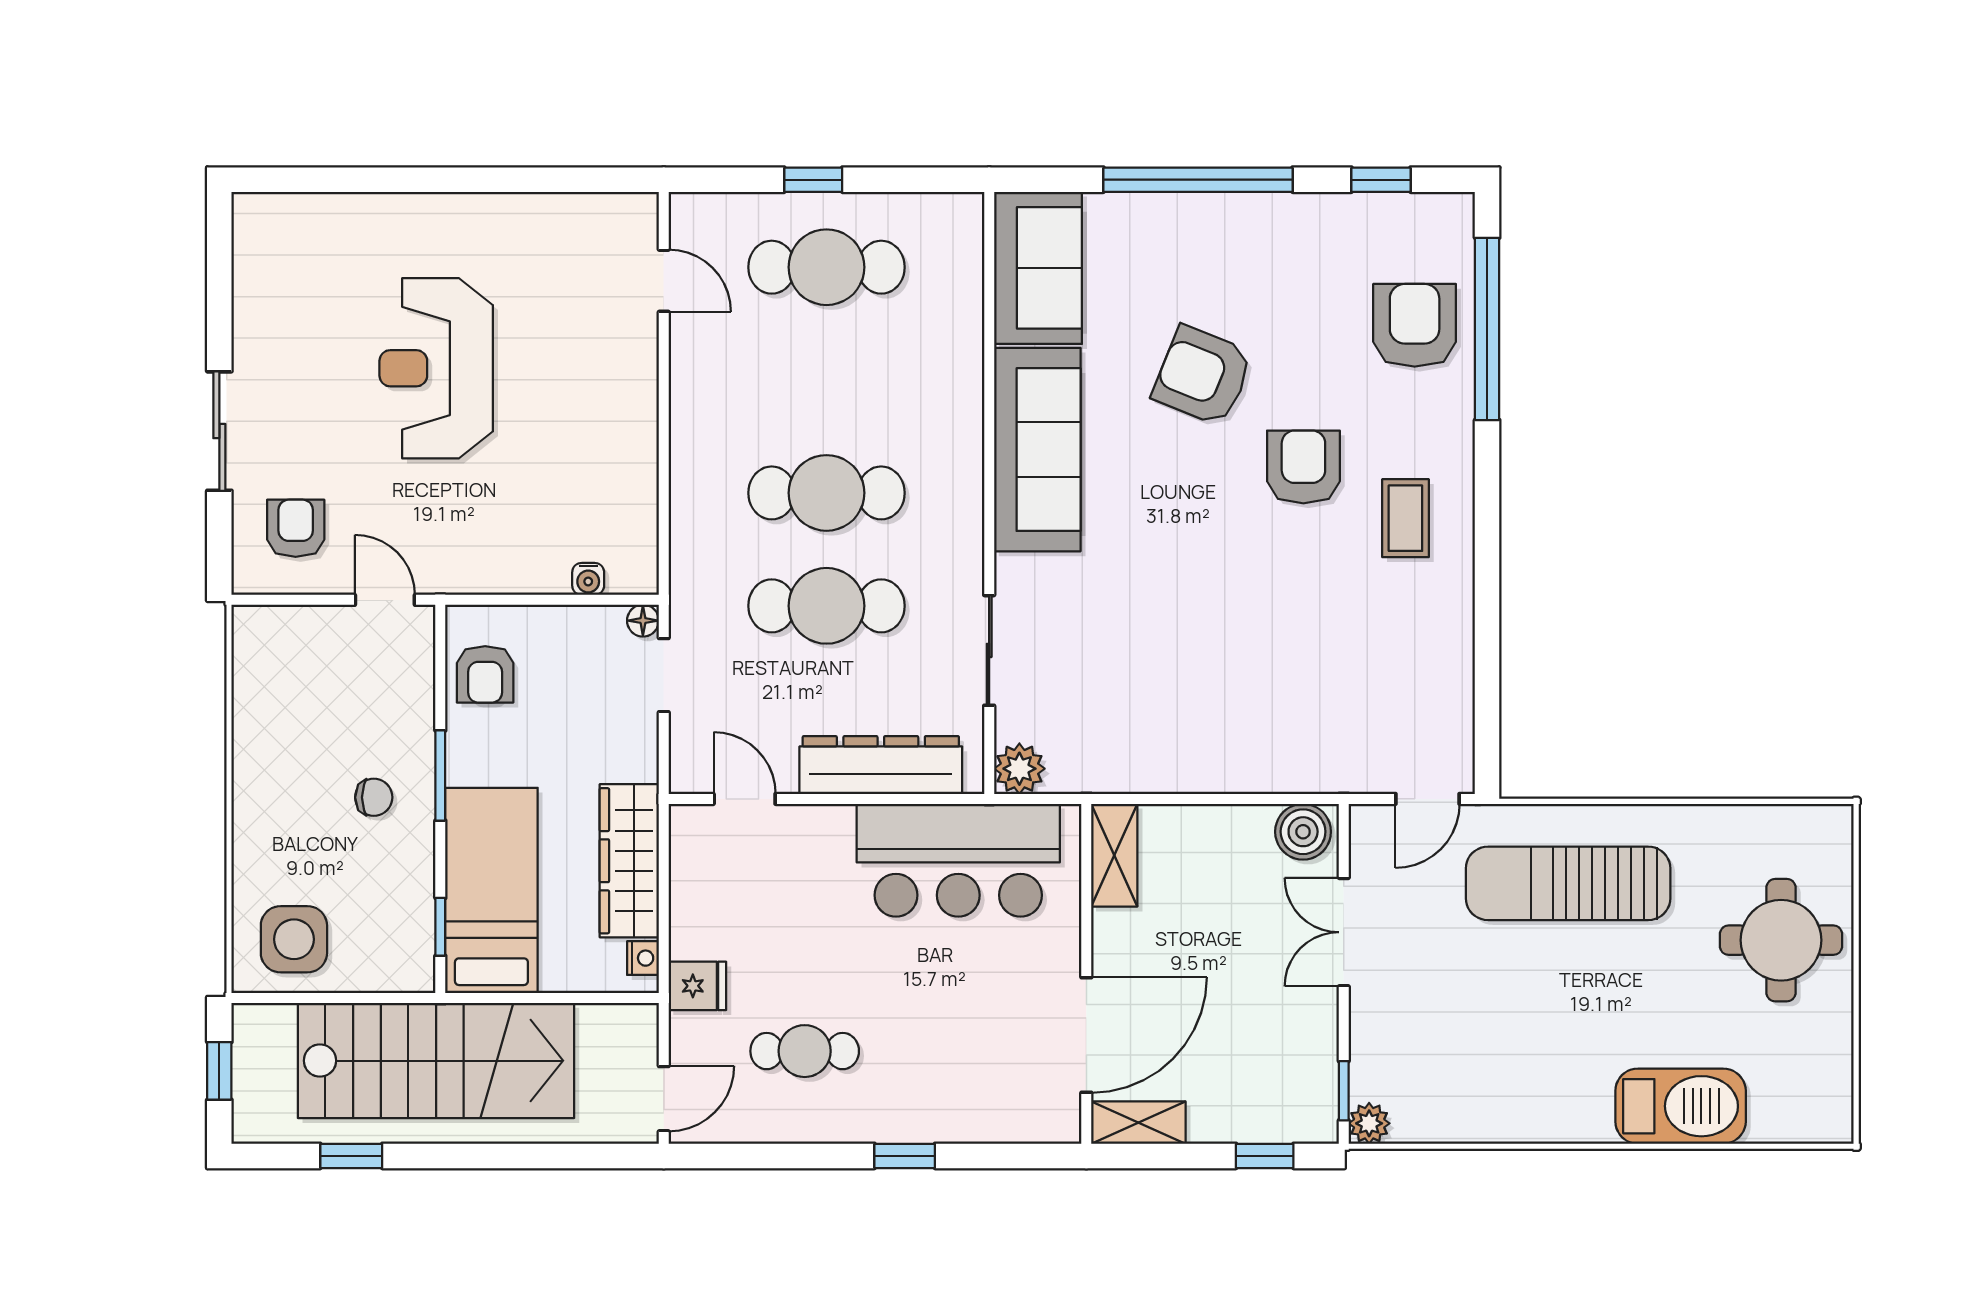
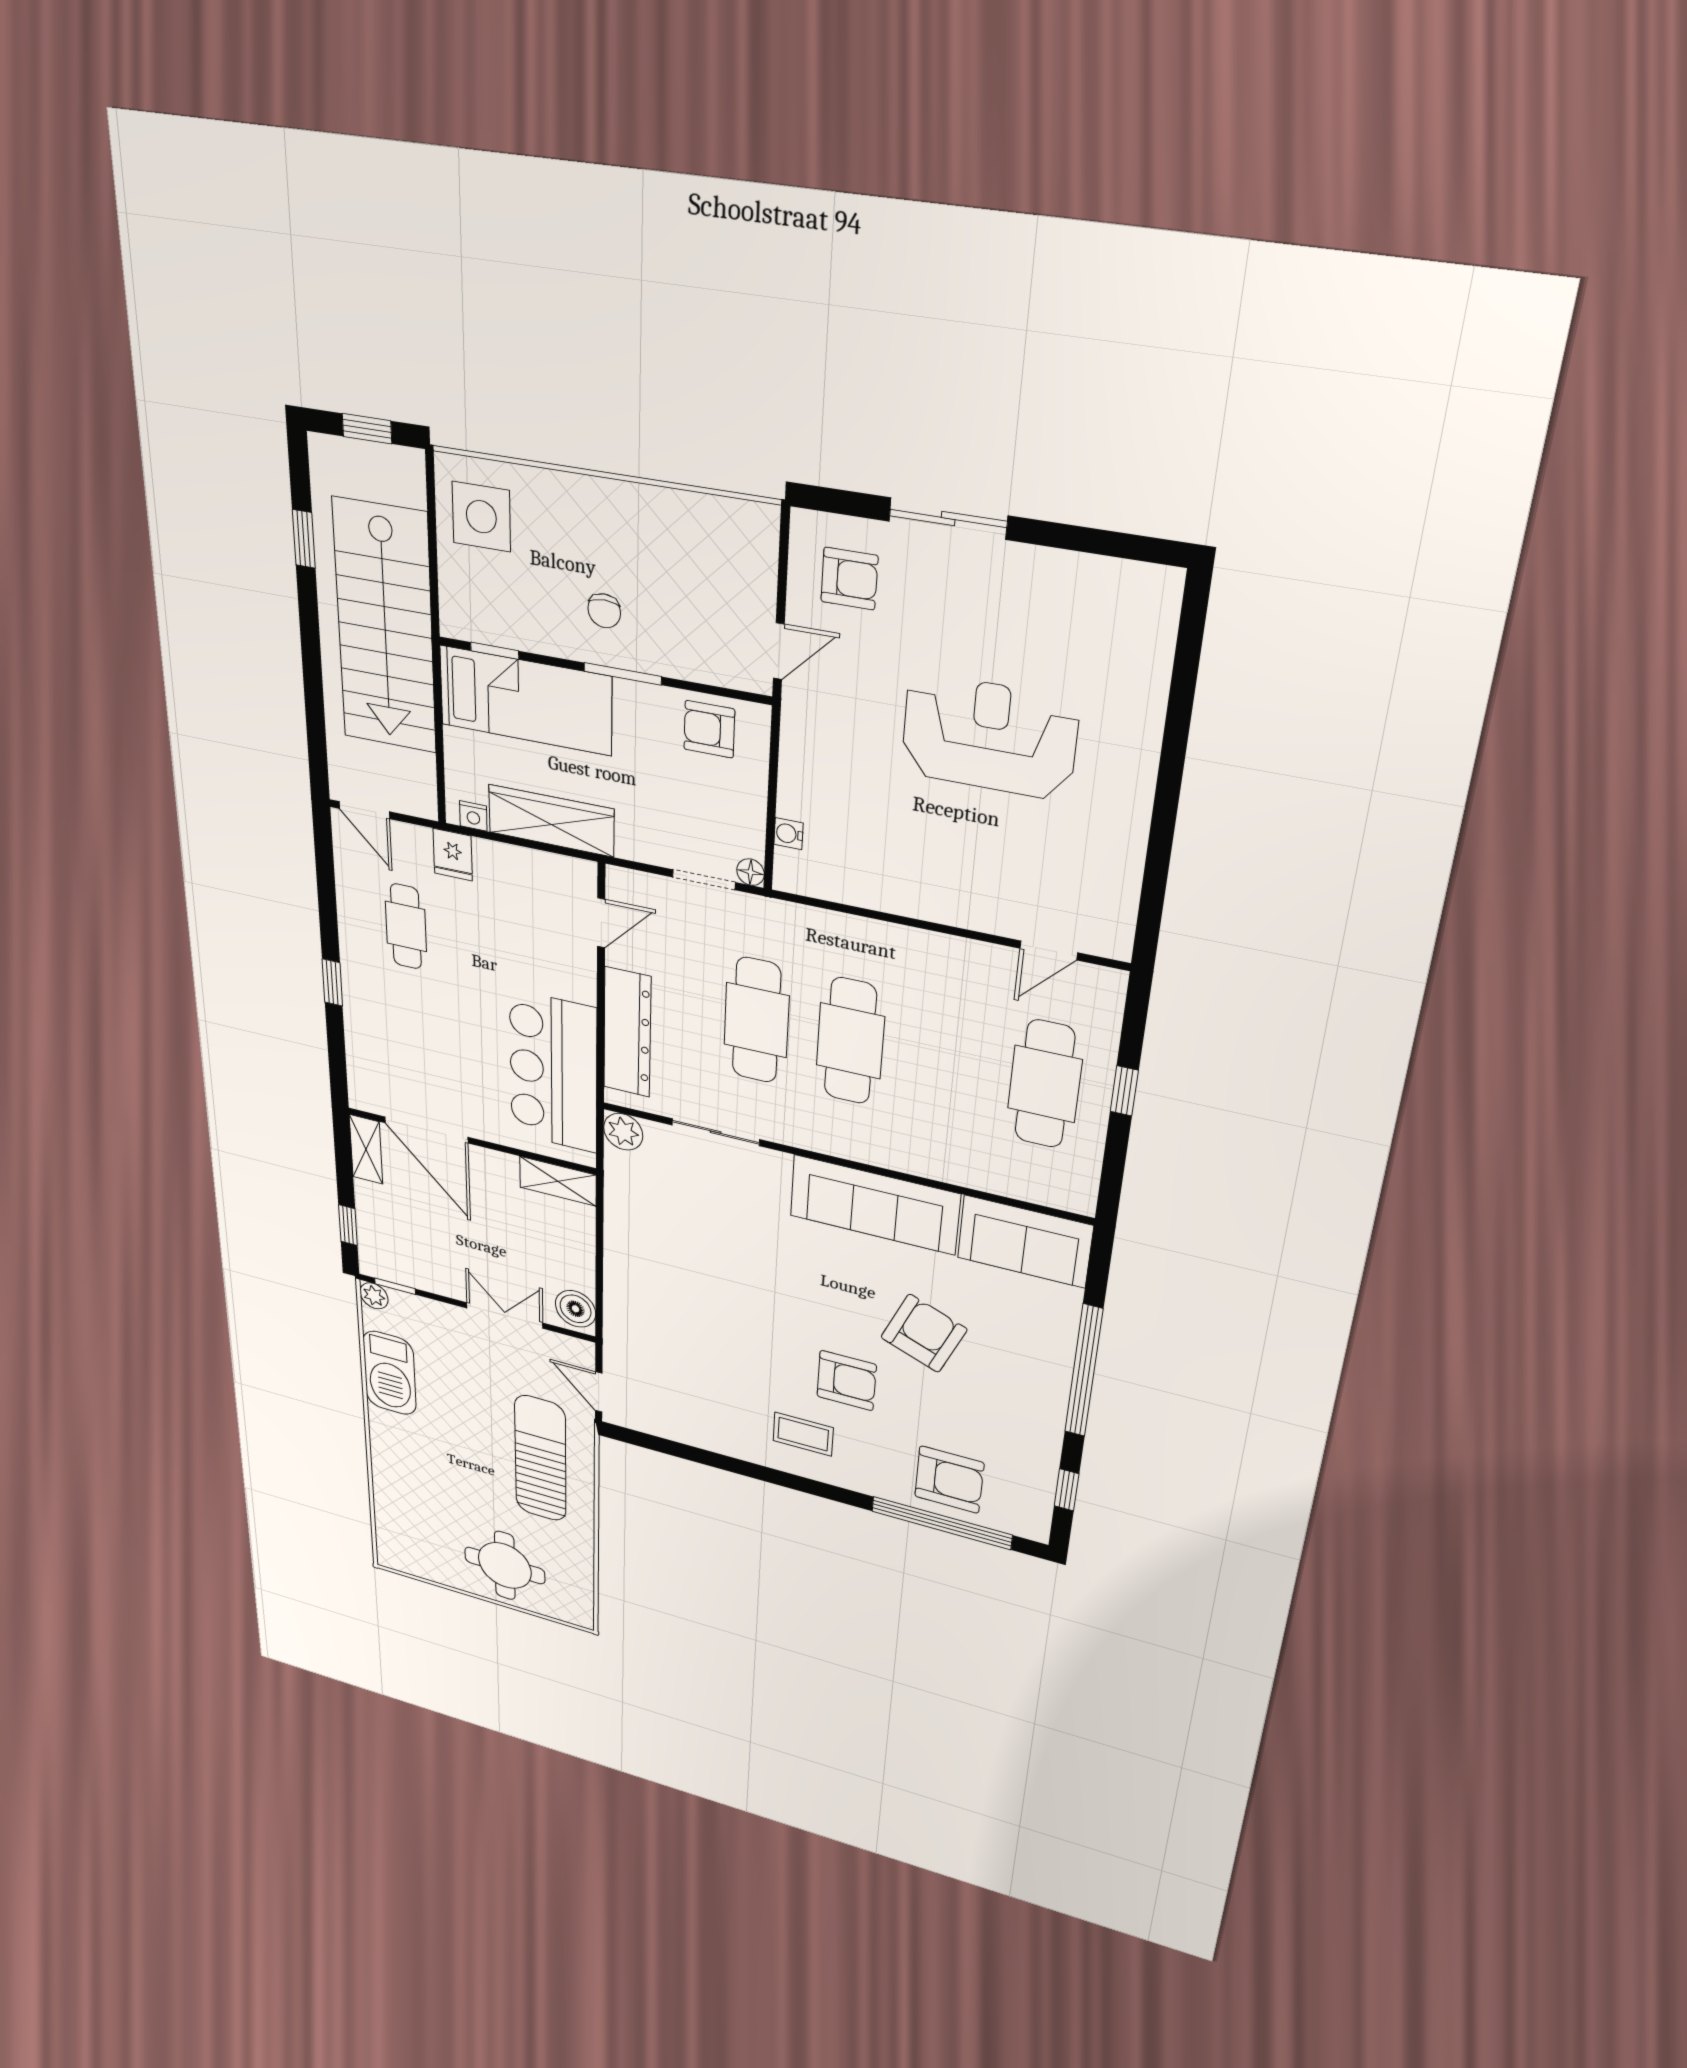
barbecue: (1681, 1106) -> (390, 1373), moved

